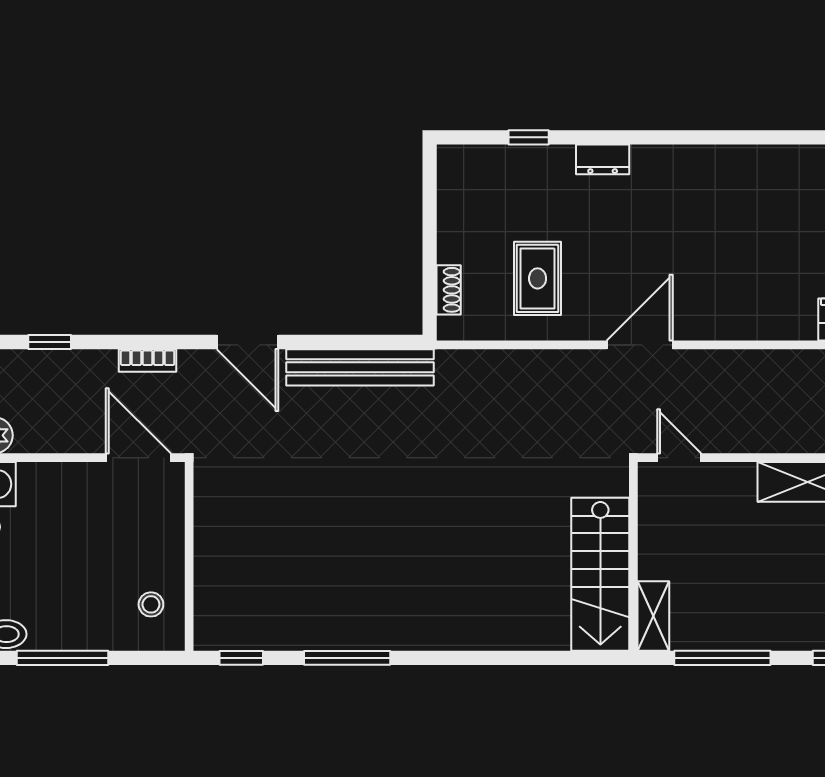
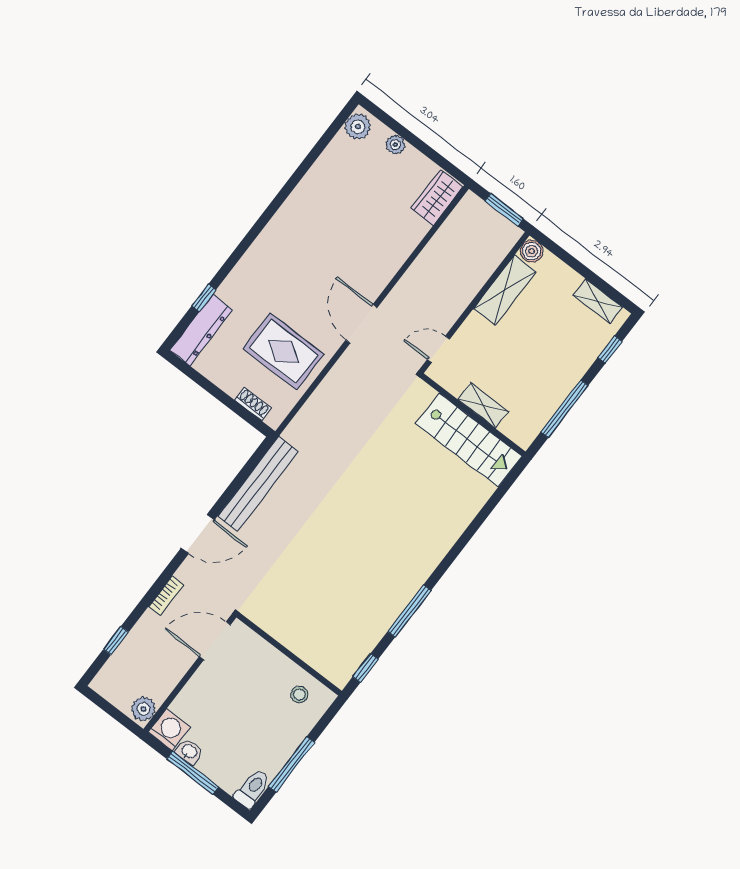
dresser: (603, 159) -> (201, 330), moved, width x1.96, depth x1.24
rug: (538, 278) -> (283, 351), width x1.36, depth x1.43
shelving: (653, 616) -> (483, 405), moved

